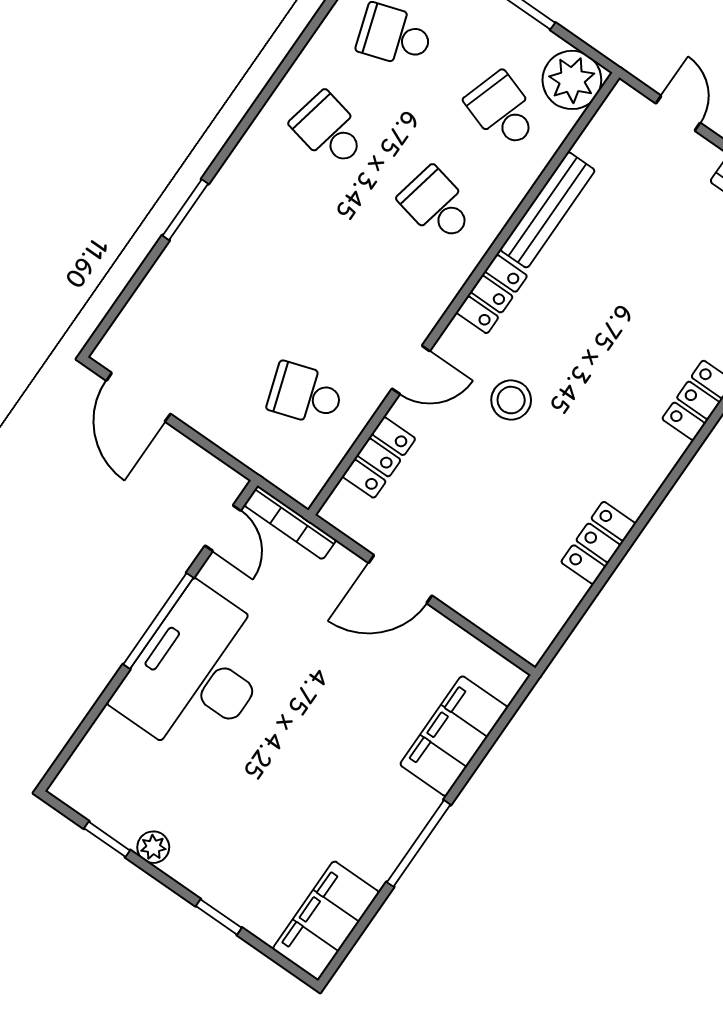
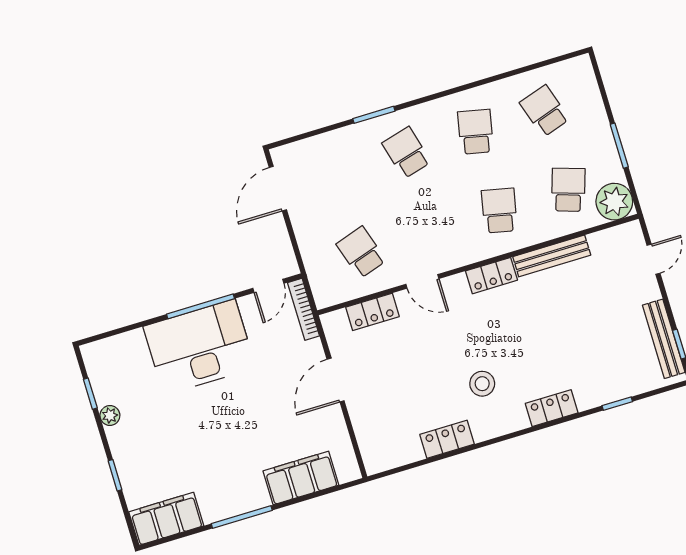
school desk: (263, 225) -> (406, 153), added
stool: (511, 400) -> (482, 384), moved
door: (400, 579) -> (336, 380), hinge flipped

